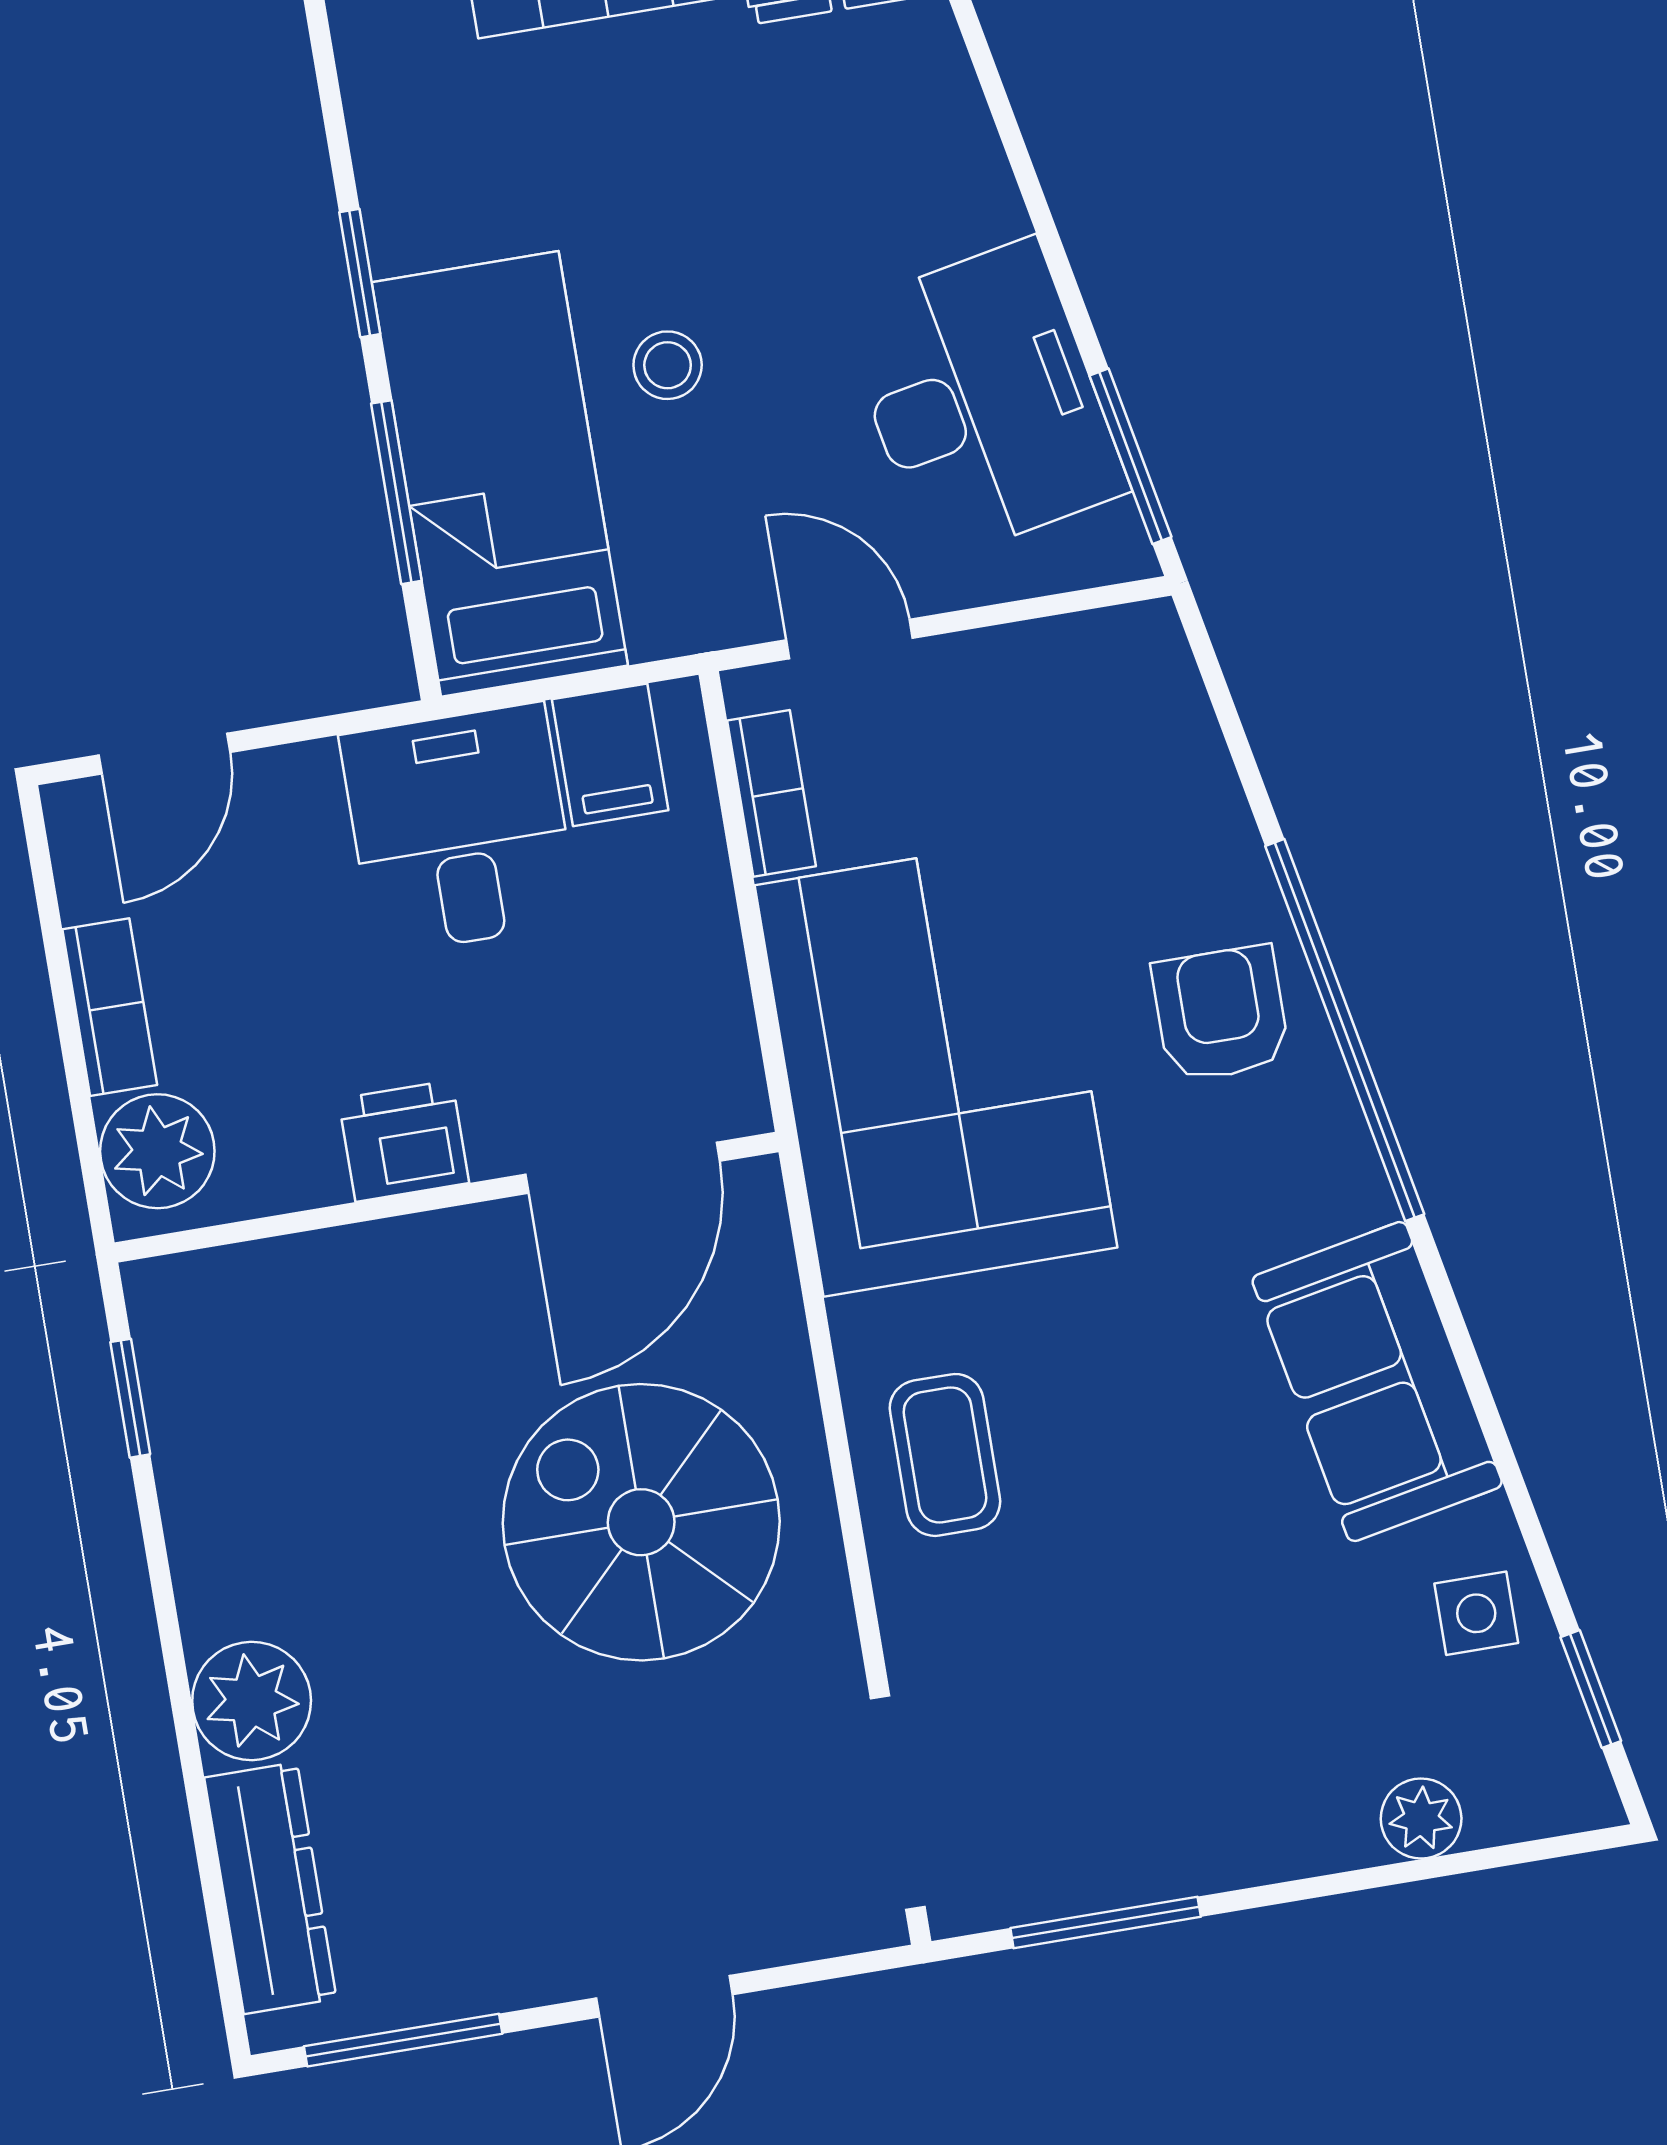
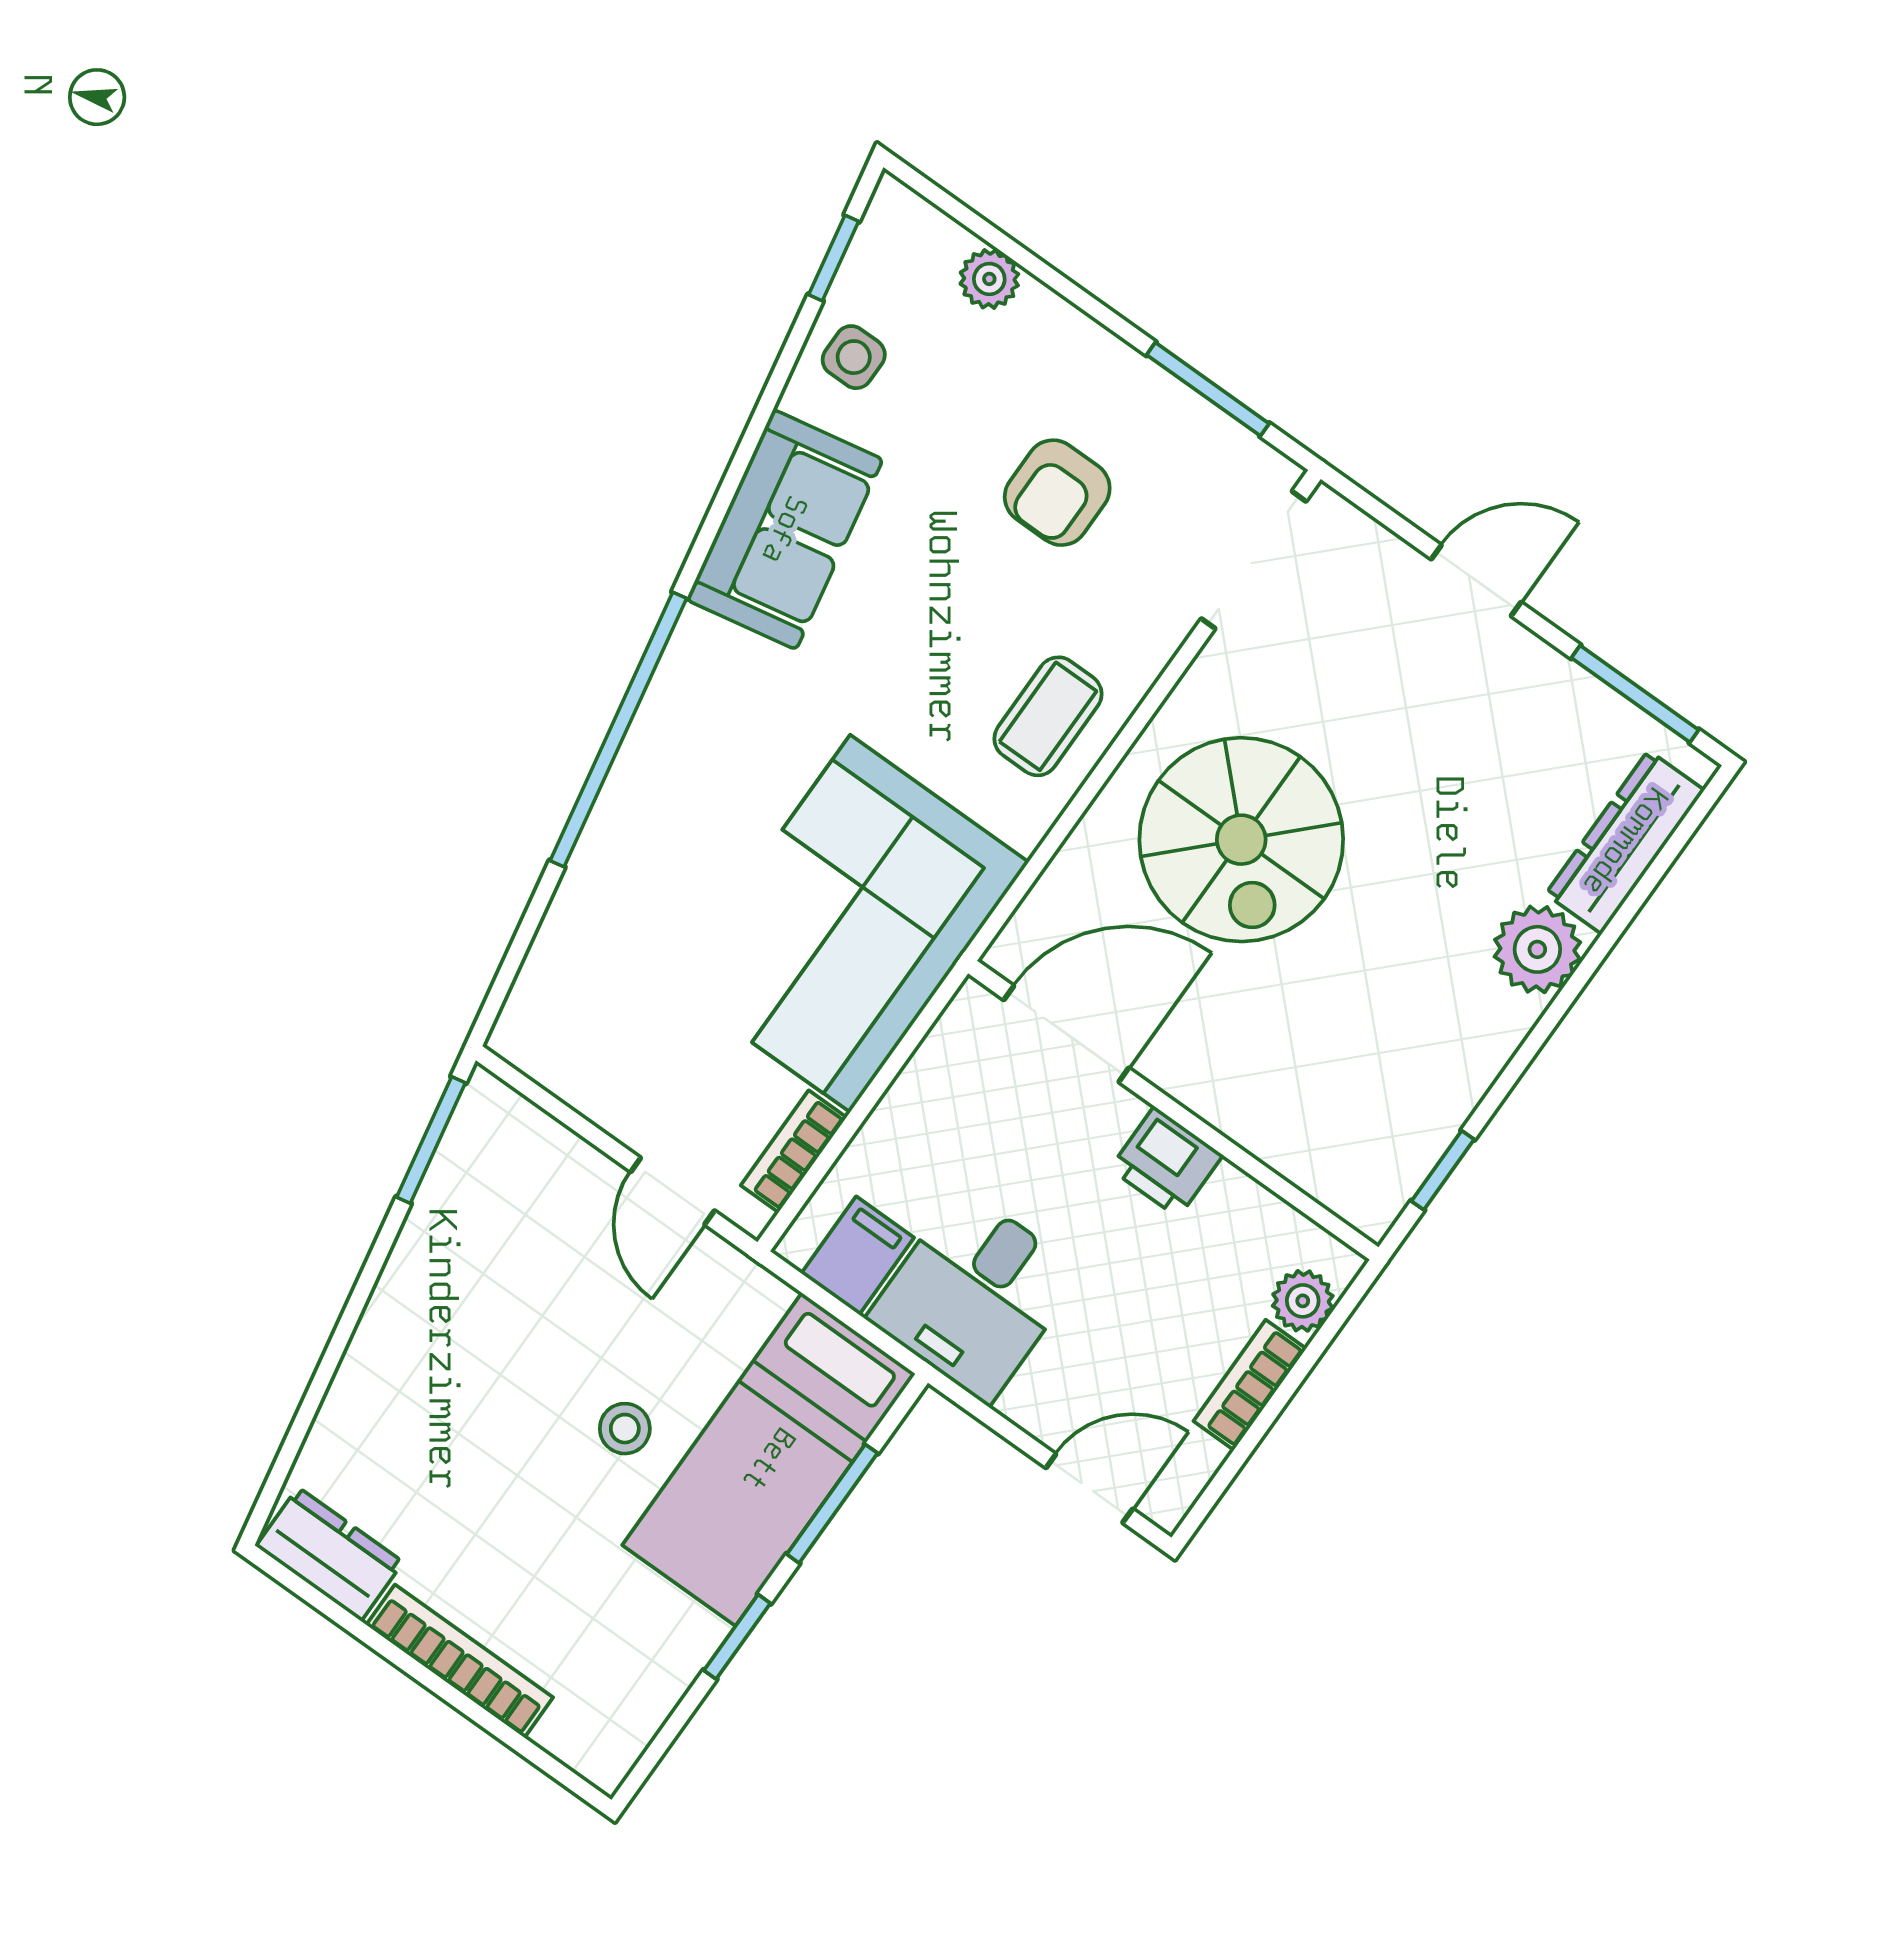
desk: (983, 400) -> (479, 1246), removed
armchair: (1221, 1014) -> (1057, 493), moved
plant: (157, 1151) -> (1303, 1301), width x0.73, depth x0.73

